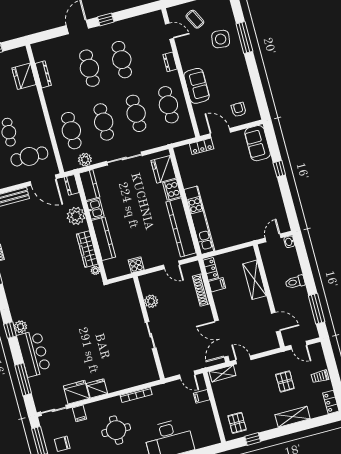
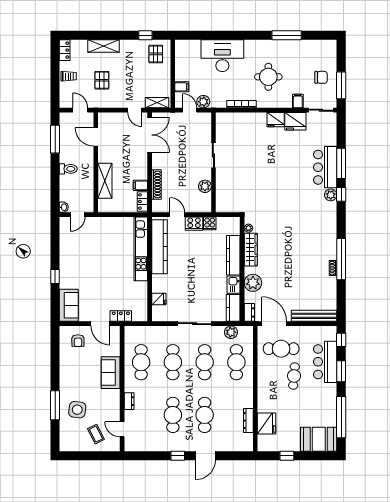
fridge: (164, 169) -> (159, 299), width x0.53, depth x0.75
cooker: (172, 190) -> (194, 224), moved, turned 90
window: (23, 379) -> (341, 163), moved
plant: (176, 387) -> (203, 102), added

